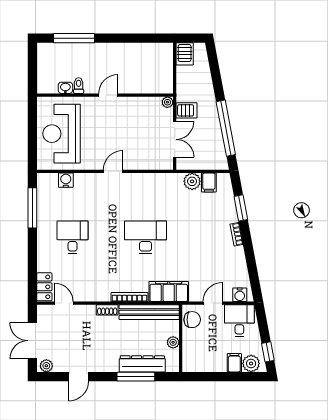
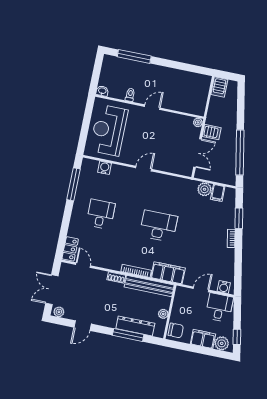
washbasin: (65, 88) -> (102, 91), moved
chair: (192, 320) -> (176, 330), moved
filing cabinet: (234, 363) -> (203, 339), width x2.00

